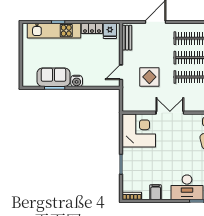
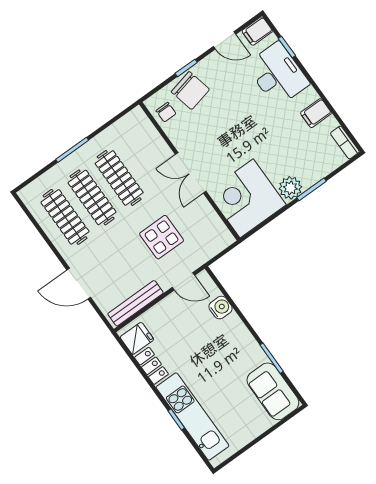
bench: (127, 38) -> (135, 303), width x1.36
sofa: (54, 77) -> (273, 391), moved
water cooler: (77, 81) -> (221, 307), moved
plant: (129, 155) -> (290, 188), added

